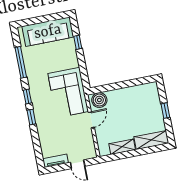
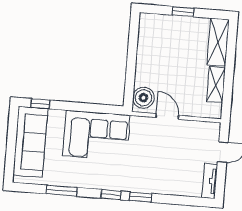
window: (78, 42) -> (40, 104), moved
window: (21, 62) -> (62, 191), width x0.69
corner sofa: (68, 92) -> (96, 135), moved

